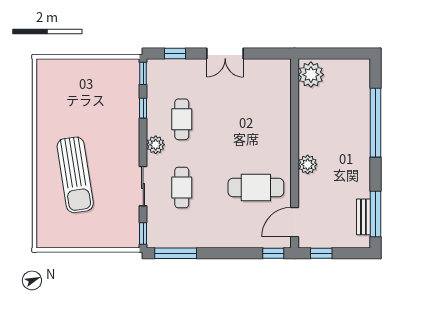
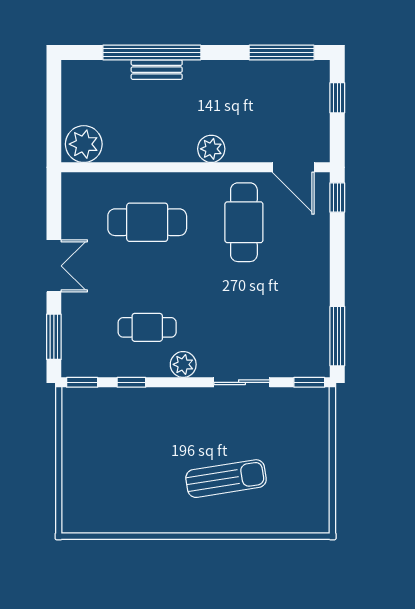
window: (175, 53) -> (54, 337), width x1.50
sun lounger: (75, 175) -> (226, 479), width x0.73, depth x0.75
cafe table: (182, 187) -> (147, 222), moved, width x1.37, depth x1.35
bench: (363, 217) -> (157, 70), moved
window: (321, 253) -> (337, 98), moved

